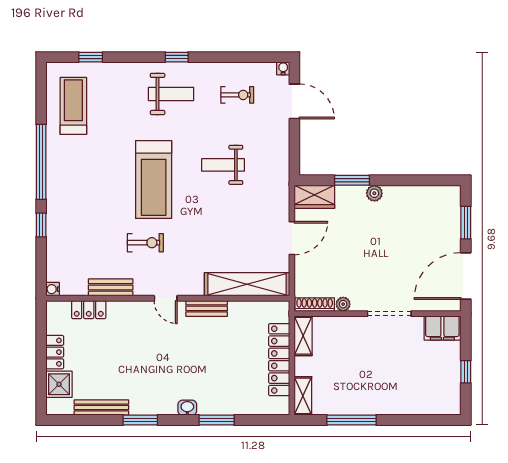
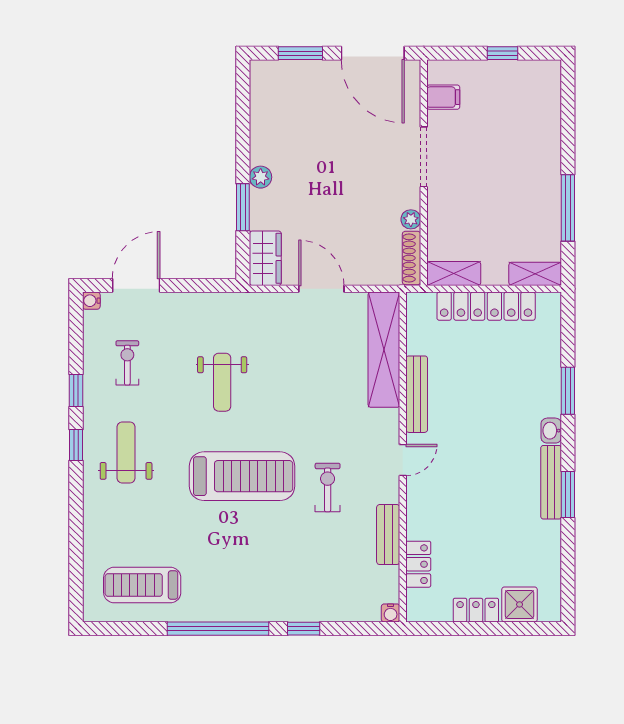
window: (91, 57) -> (76, 390), moved
bench: (207, 308) -> (417, 394), width x1.36
filing cabinet: (442, 328) -> (443, 97), width x0.50
bench: (101, 408) -> (551, 482), moved

